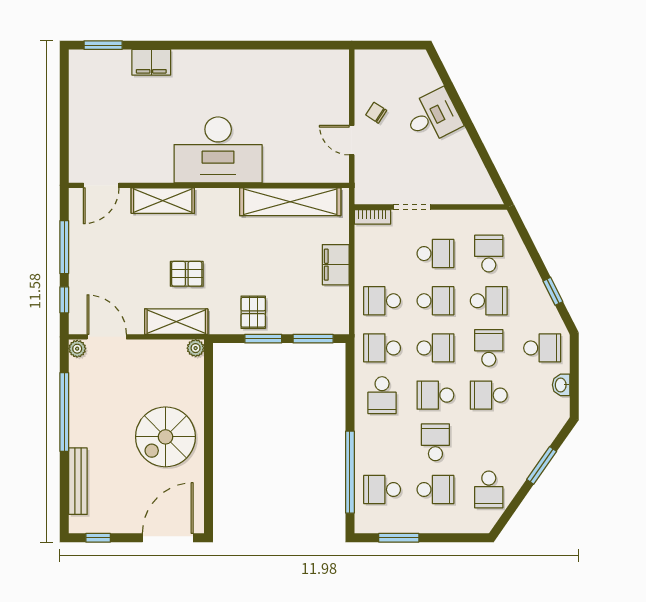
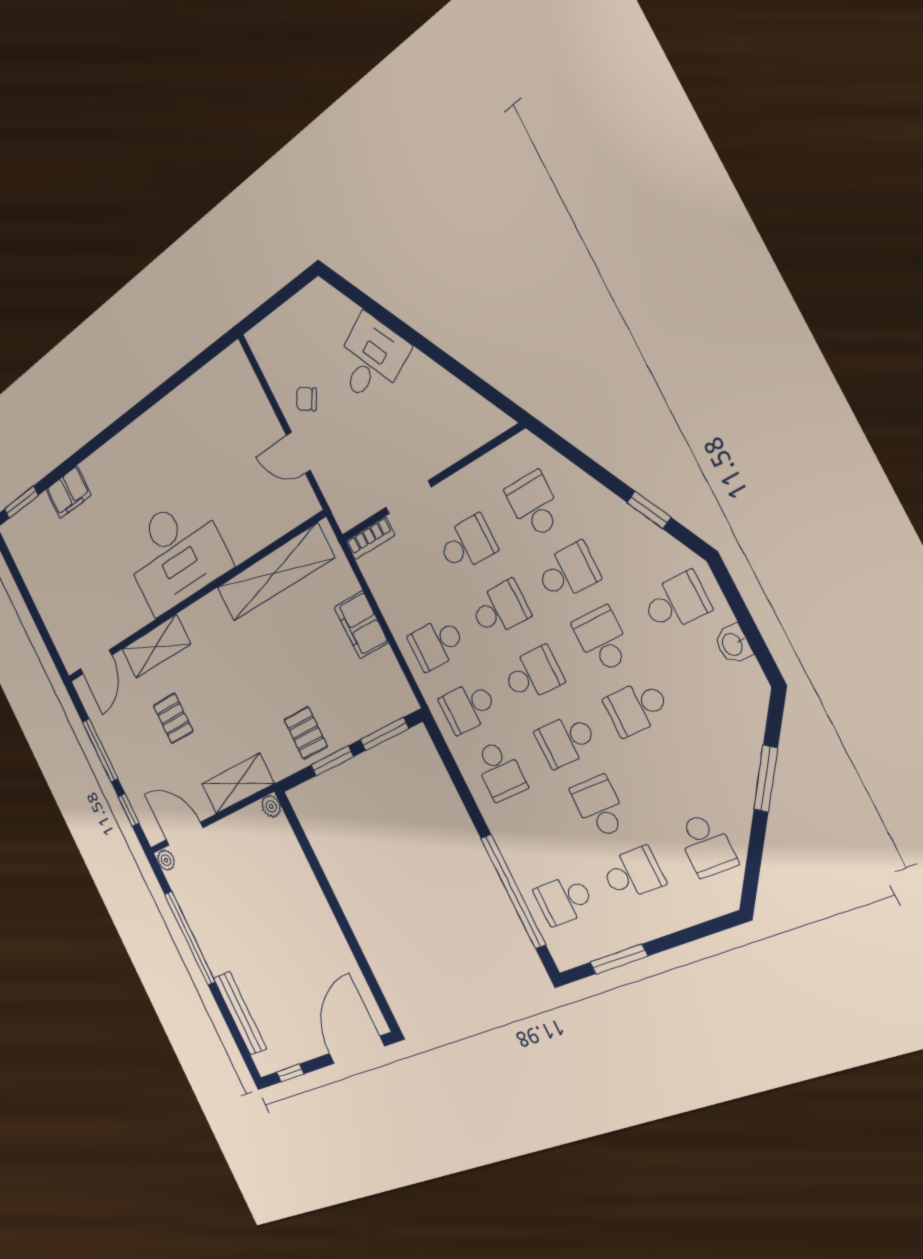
pallet: (187, 274) -> (173, 718), moved, turned 90
spiral stairs: (165, 437) -> (295, 928), removed

